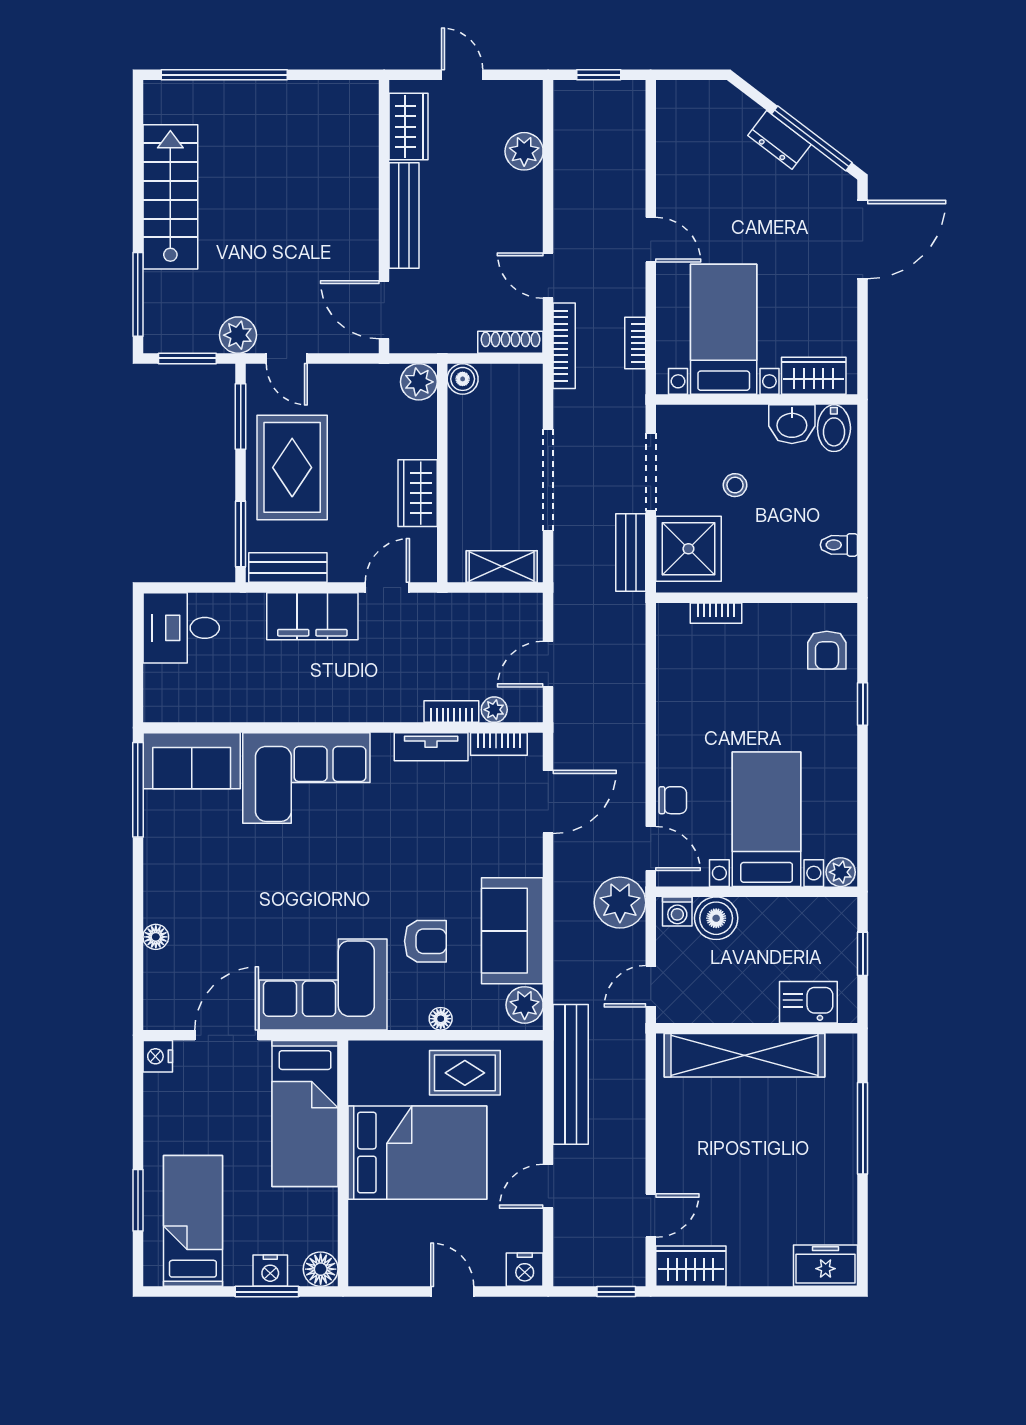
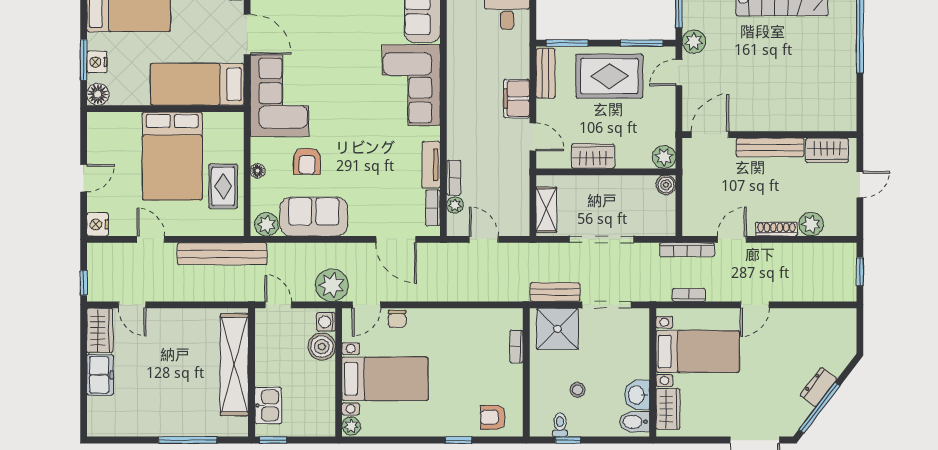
shoe rack: (510, 342) -> (777, 229), moved, turned -90
stool: (735, 485) -> (578, 390), moved
window: (863, 532) -> (568, 440), added
filing cabinet: (312, 616) -> (517, 99), width x0.67, depth x0.86
window: (863, 954) -> (273, 440), moved
freezer: (826, 1266) -> (100, 375), moved

